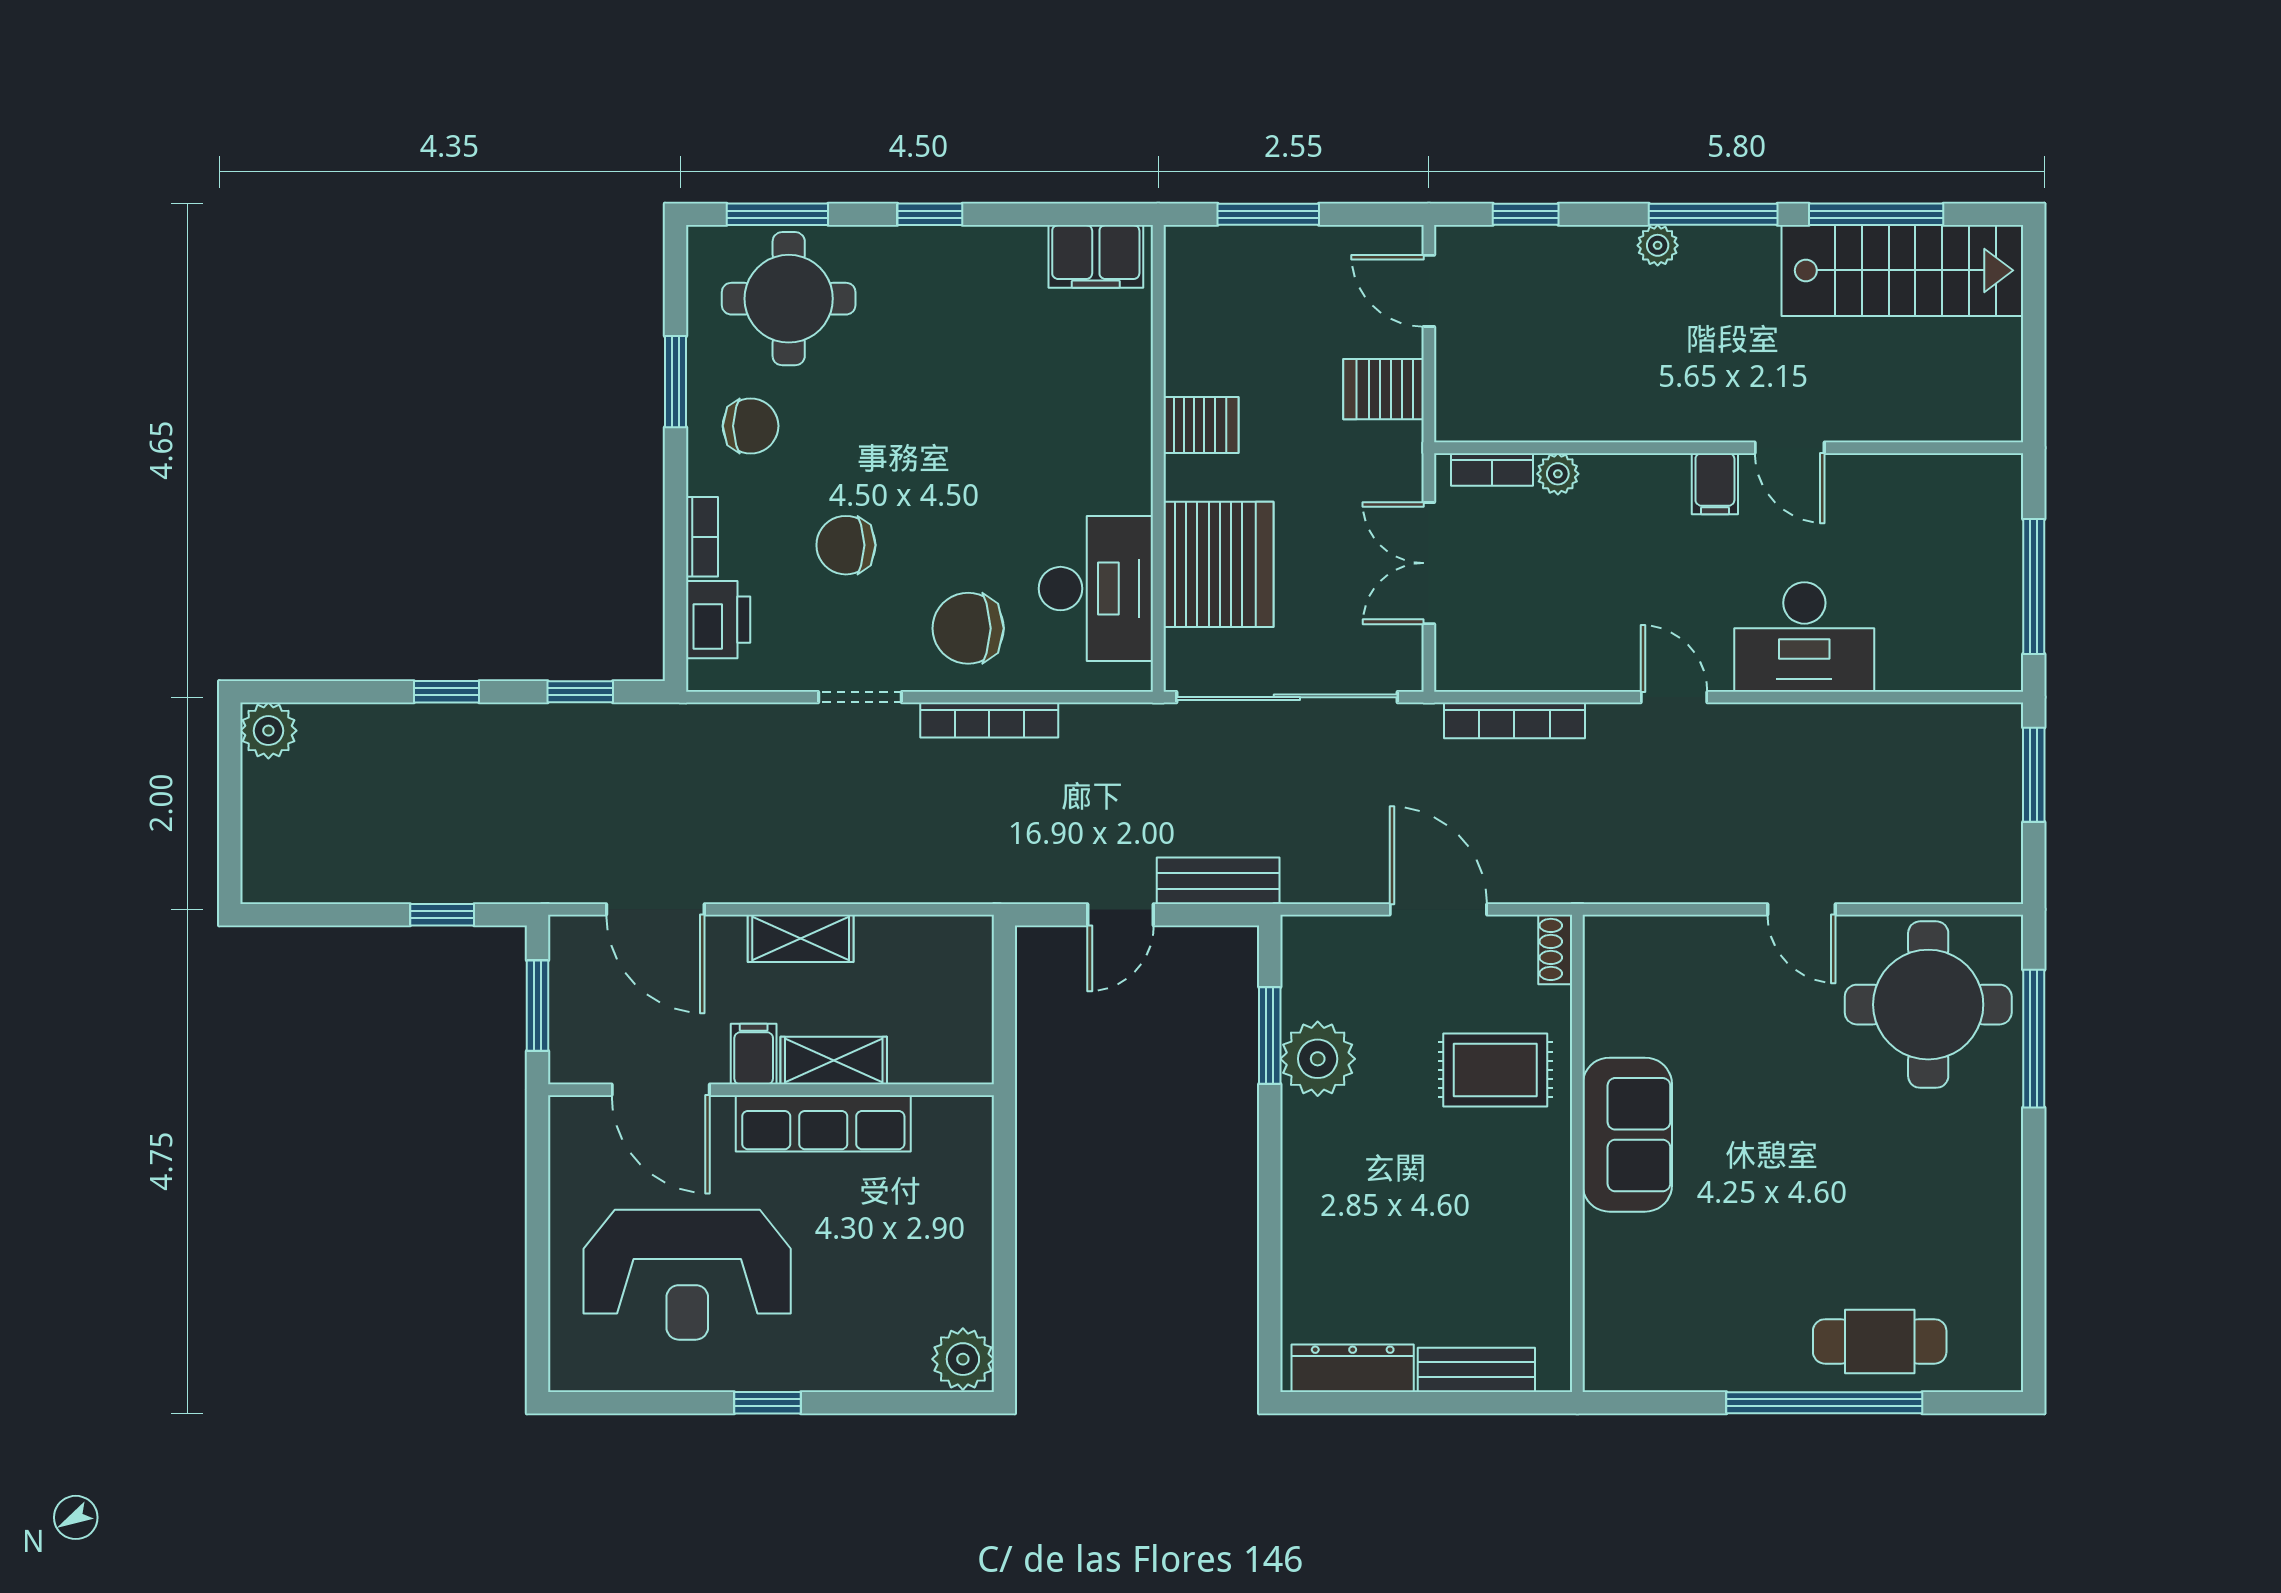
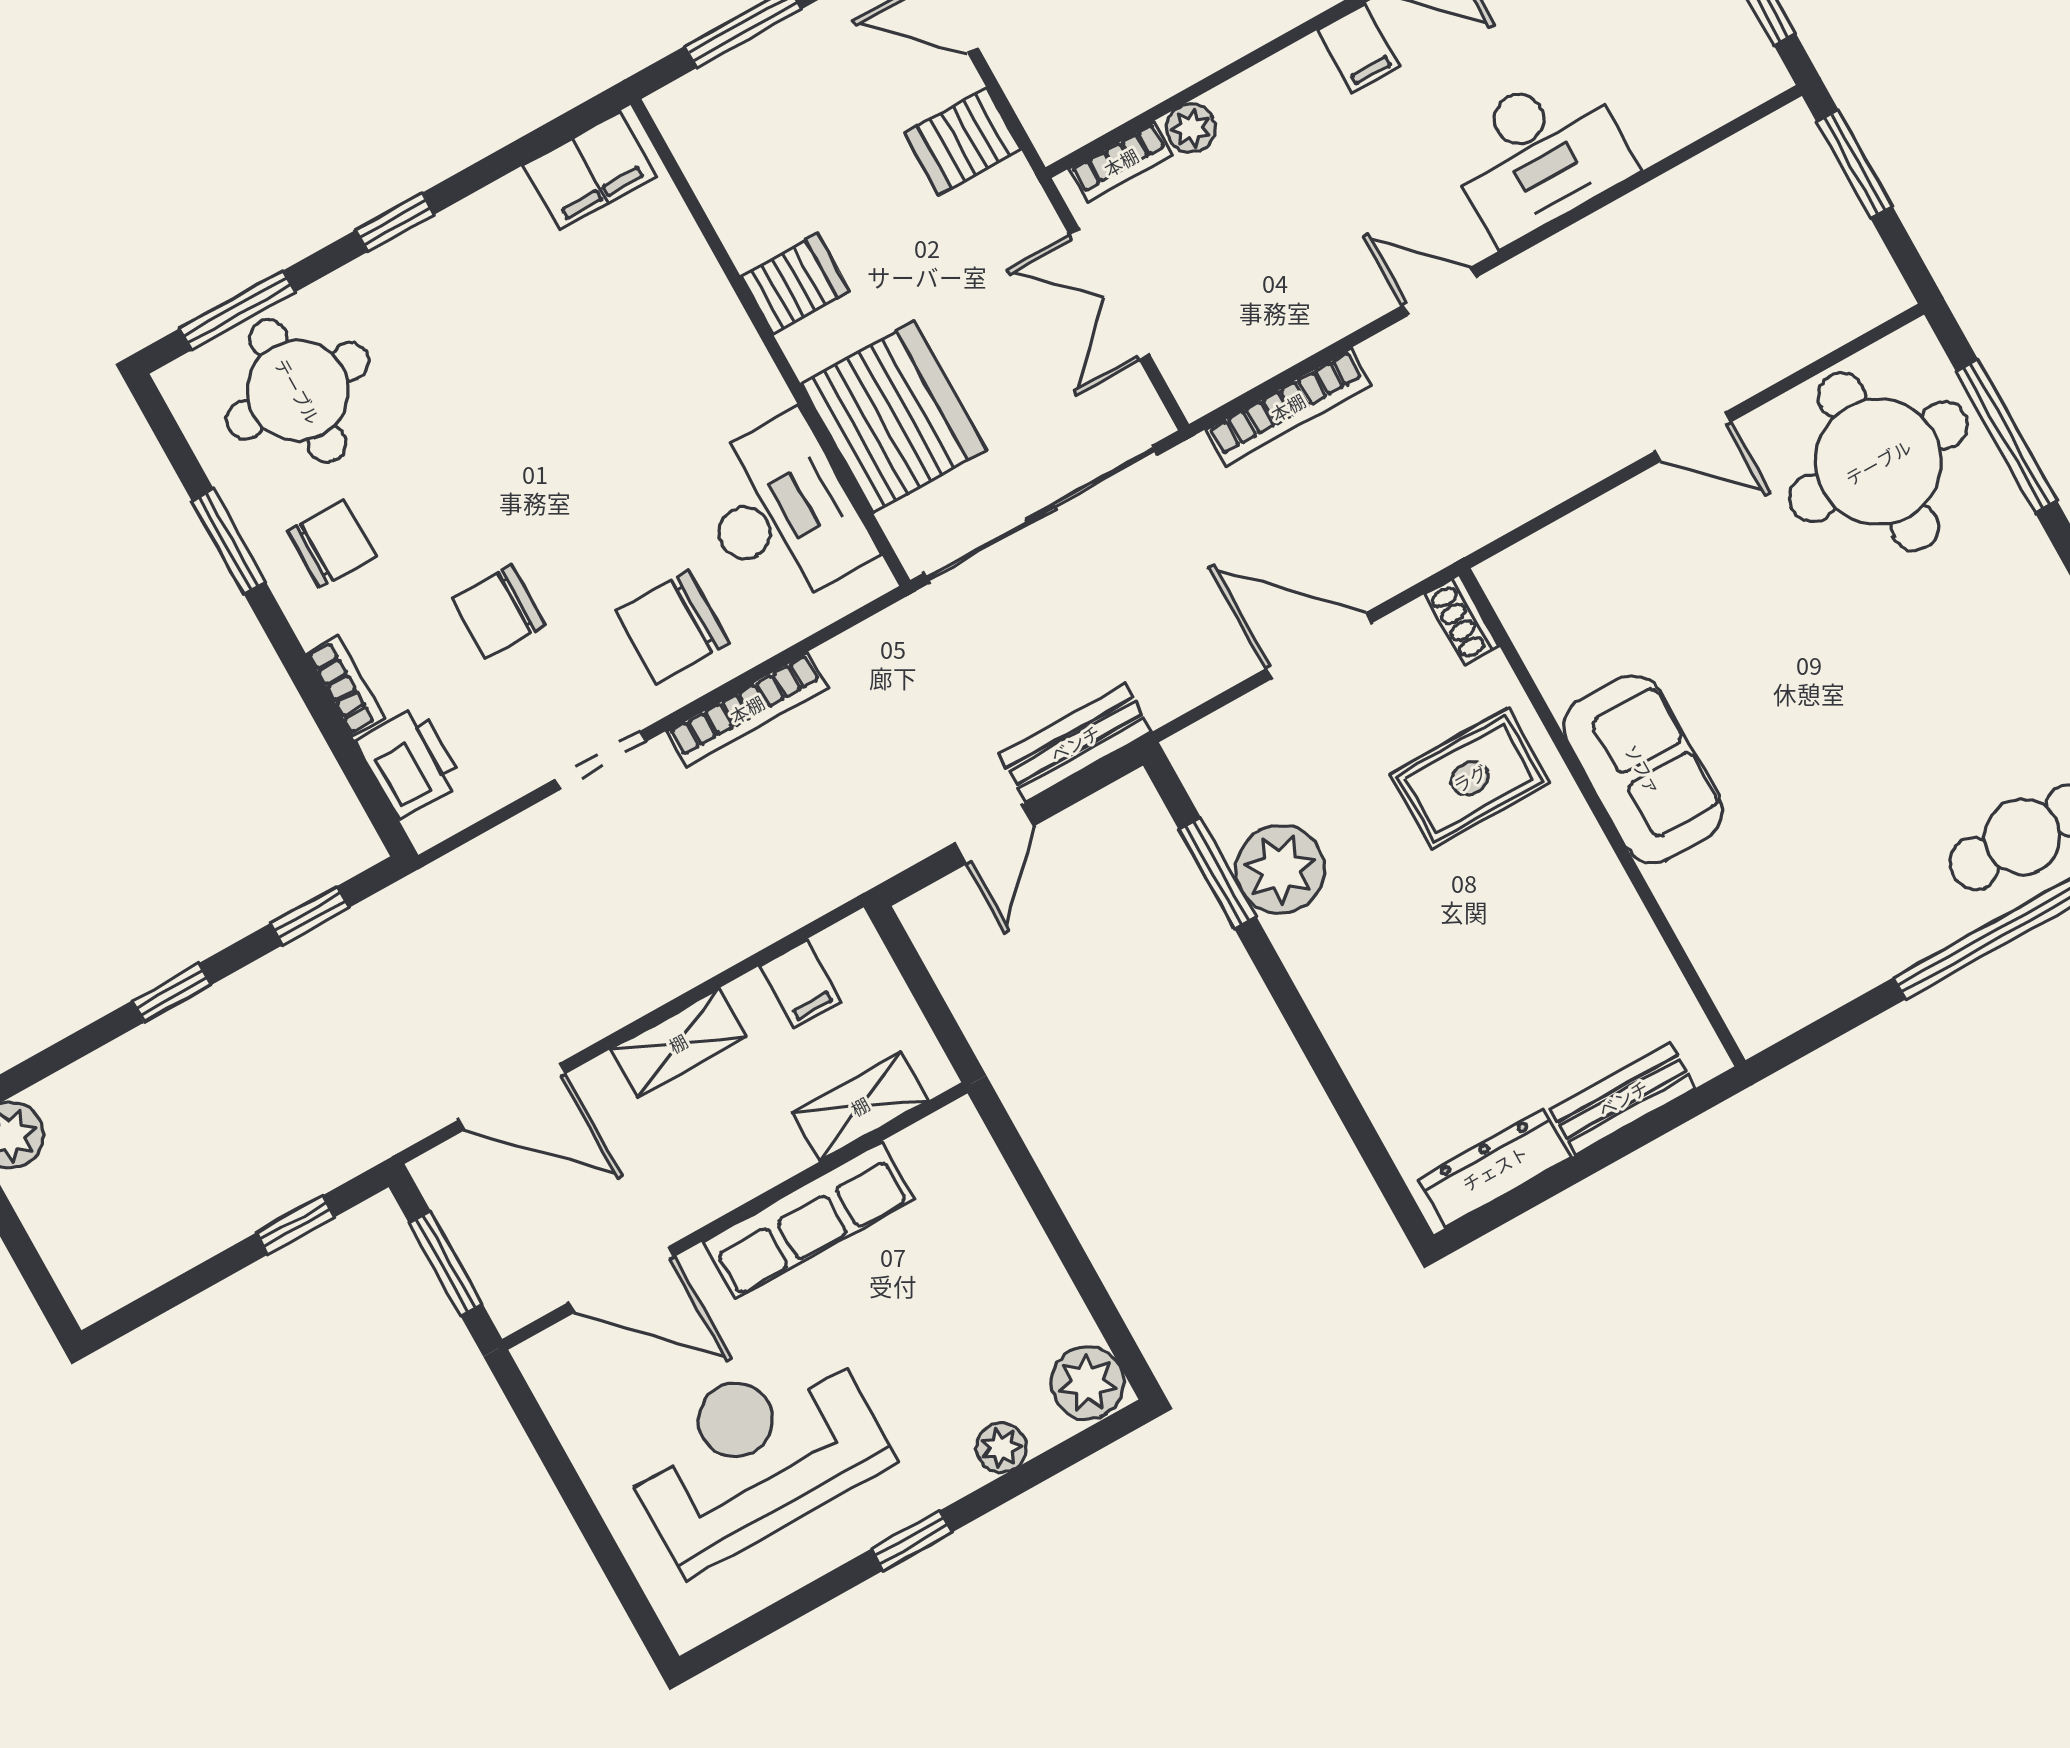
filing cabinet: (754, 1054) -> (800, 984), moved, turned 180
shelving: (834, 1061) -> (860, 1106), moved
reception desk: (687, 1275) -> (755, 1455), turned 180
plant: (872, 1371) -> (1001, 1448), added

